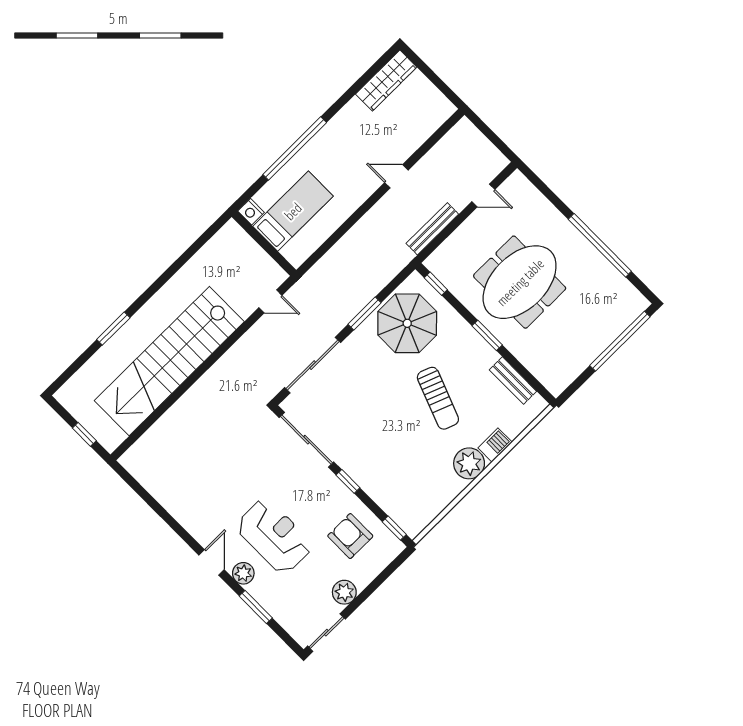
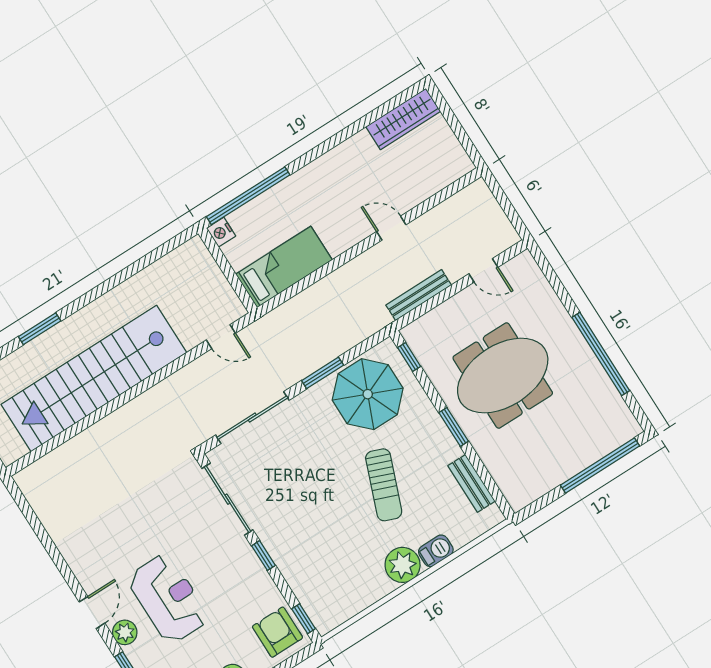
window: (295, 148) -> (248, 196), moved
bed: (293, 211) -> (284, 267), moved
armchair: (350, 536) -> (277, 632), moved

